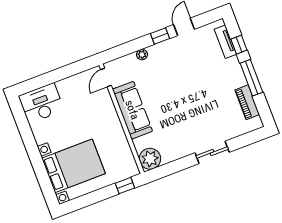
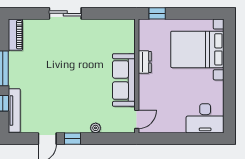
tv unit: (225, 42) -> (14, 111), width x1.41
piano: (247, 102) -> (15, 35), moved
dresser: (119, 135) -> (145, 62), added
plant: (150, 159) -> (125, 29), removed

